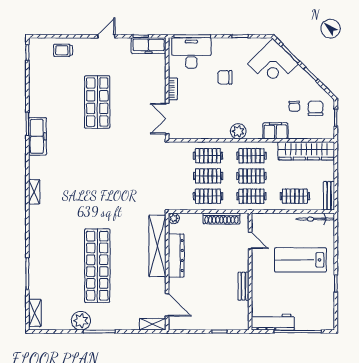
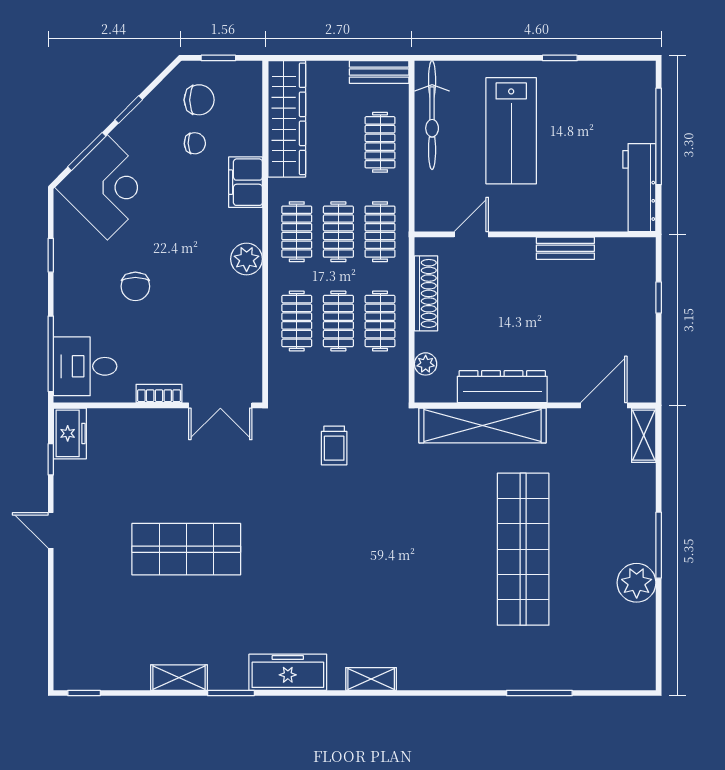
freezer: (149, 46) -> (70, 433), width x0.71
trolley: (63, 50) -> (334, 445), moved
desk: (191, 53) -> (85, 366), width x0.73
chair: (316, 108) -> (199, 100), turned 180
freezer: (37, 136) -> (288, 672), moved
plant: (174, 218) -> (426, 364), moved
bicycle: (315, 219) -> (432, 115), width x1.37, depth x1.40
shop shelf: (97, 266) -> (523, 549), turned 90
shelving: (35, 313) -> (179, 678), moved

